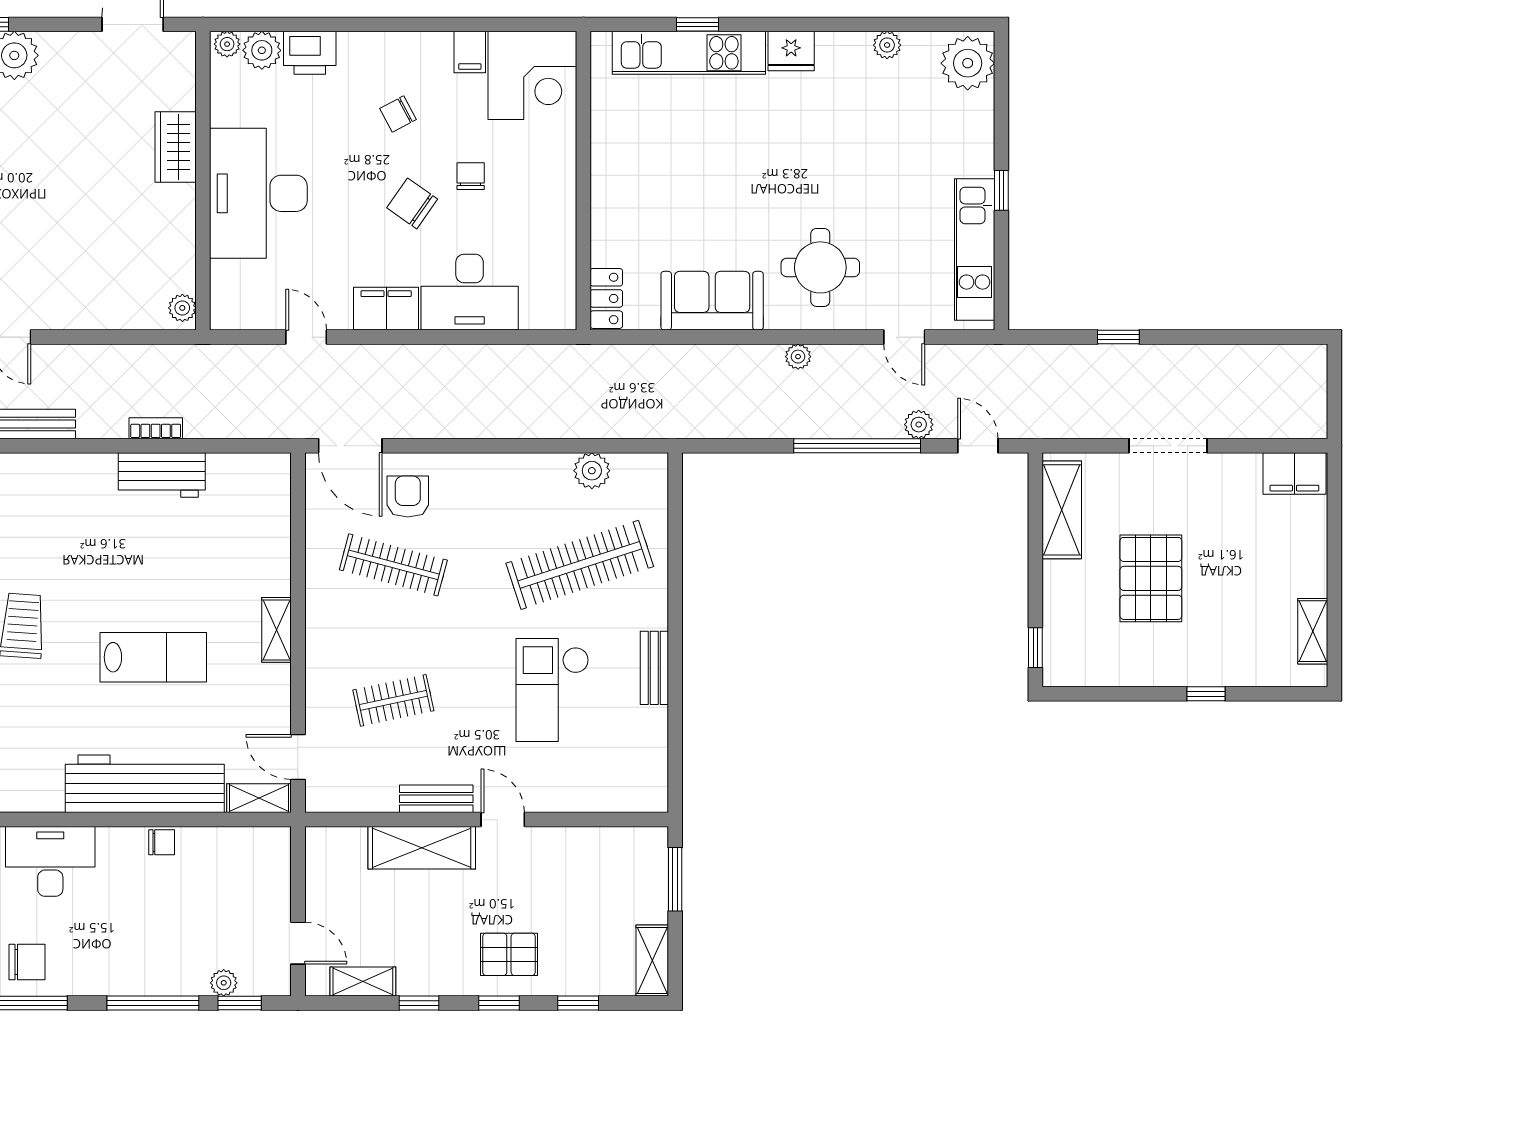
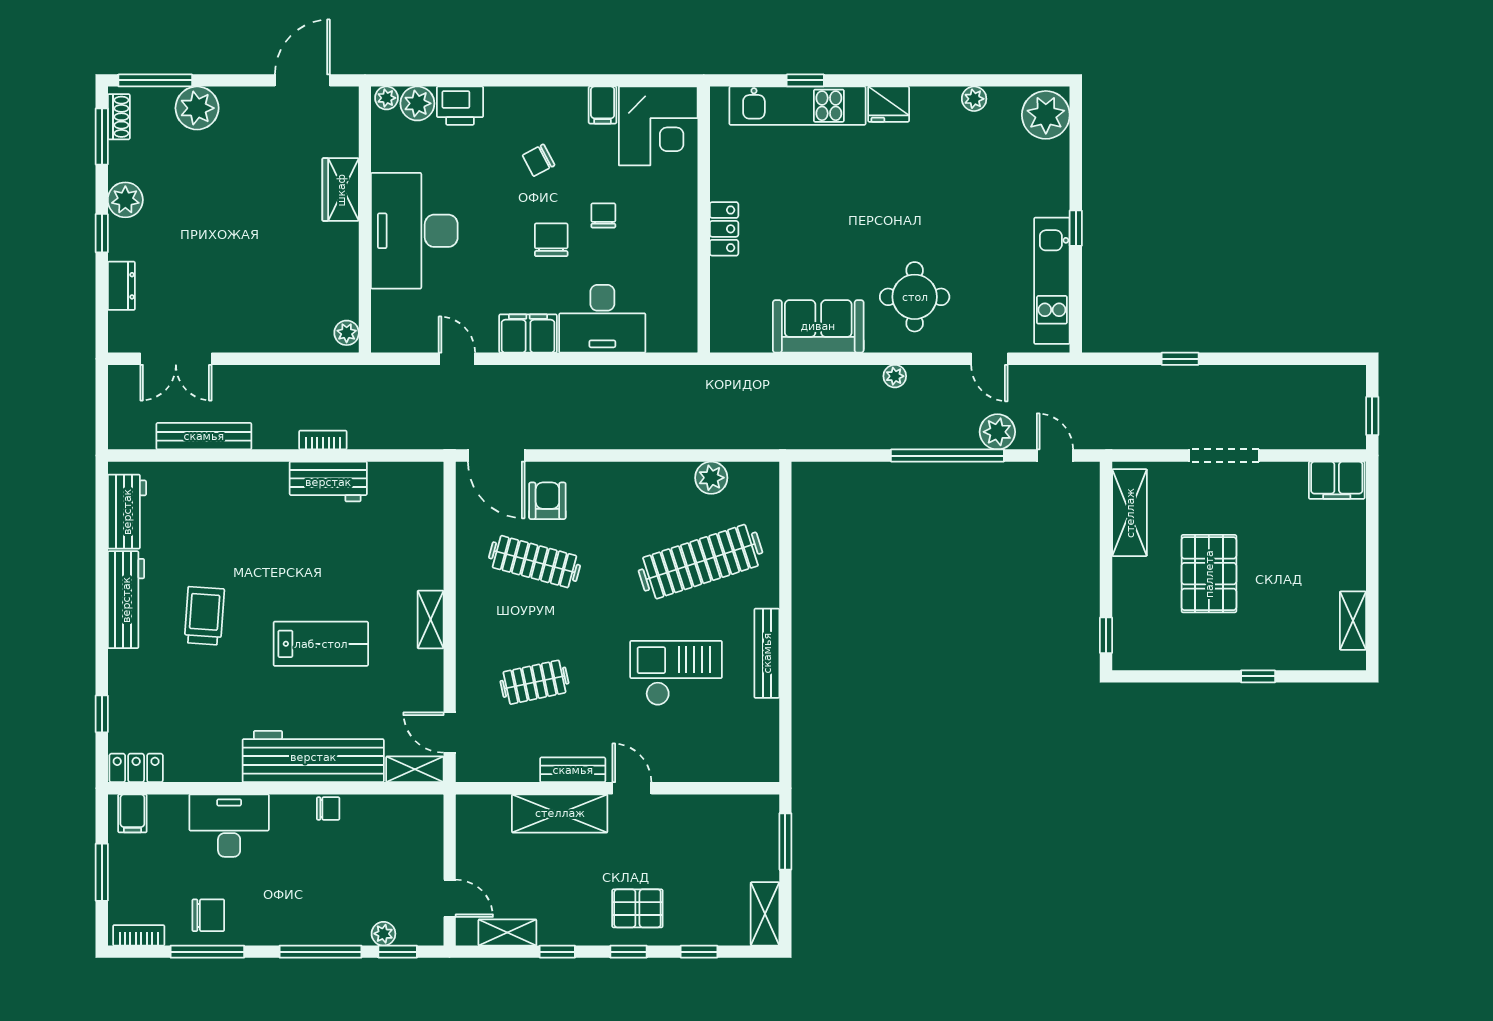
chair: (412, 203) -> (551, 240), turned 55
locker: (606, 298) -> (724, 229), moved
window: (1334, 401) -> (1372, 416), added
plant: (919, 425) -> (997, 432), width x1.38, depth x1.38
bench: (654, 668) -> (767, 653), width x1.36
checkout: (552, 690) -> (676, 673), turned 90

